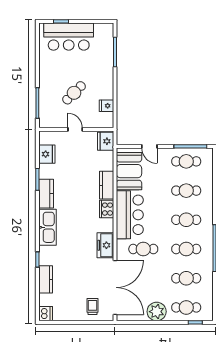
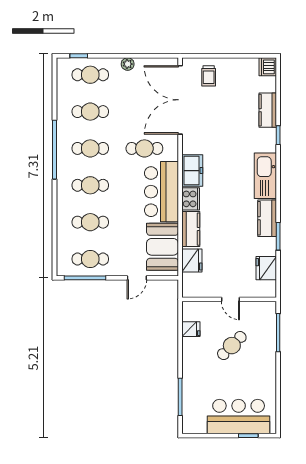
fridge: (106, 141) -> (192, 260), moved
door: (149, 146) -> (137, 278), swing flipped
freezer: (105, 245) -> (192, 171), moved
plant: (157, 312) -> (128, 64), width x0.53, depth x0.53

